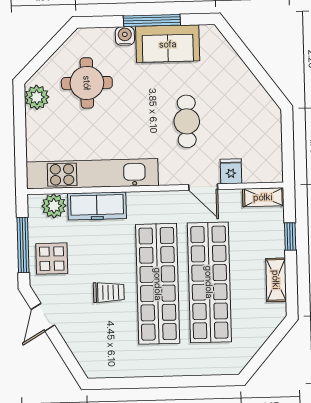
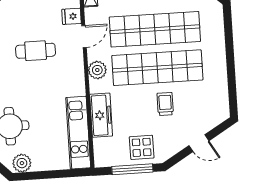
kitchen unit: (92, 174) -> (78, 133), width x0.73
plant: (54, 206) -> (97, 70), moved
door: (43, 317) -> (199, 143), moved

